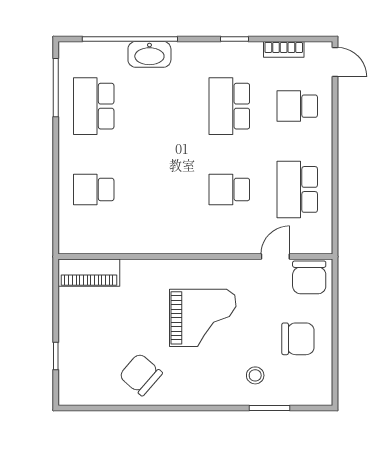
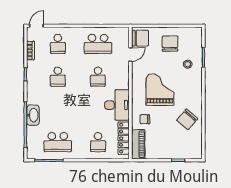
school desk: (229, 106) -> (58, 77), width x0.54
desk: (171, 229) -> (117, 105), added
locker: (102, 243) -> (124, 138), added
door: (275, 257) -> (130, 54), swing flipped
chair: (141, 287) -> (145, 119), added

